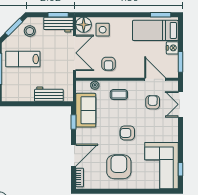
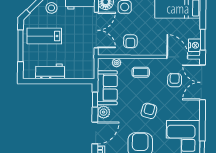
nightstand: (172, 48) -> (194, 45), moved
workbench: (49, 94) -> (50, 71), moved
double door: (180, 104) -> (202, 82), width x1.37
armchair: (127, 133) -> (149, 111), turned 105
plant: (82, 134) -> (104, 112), added

